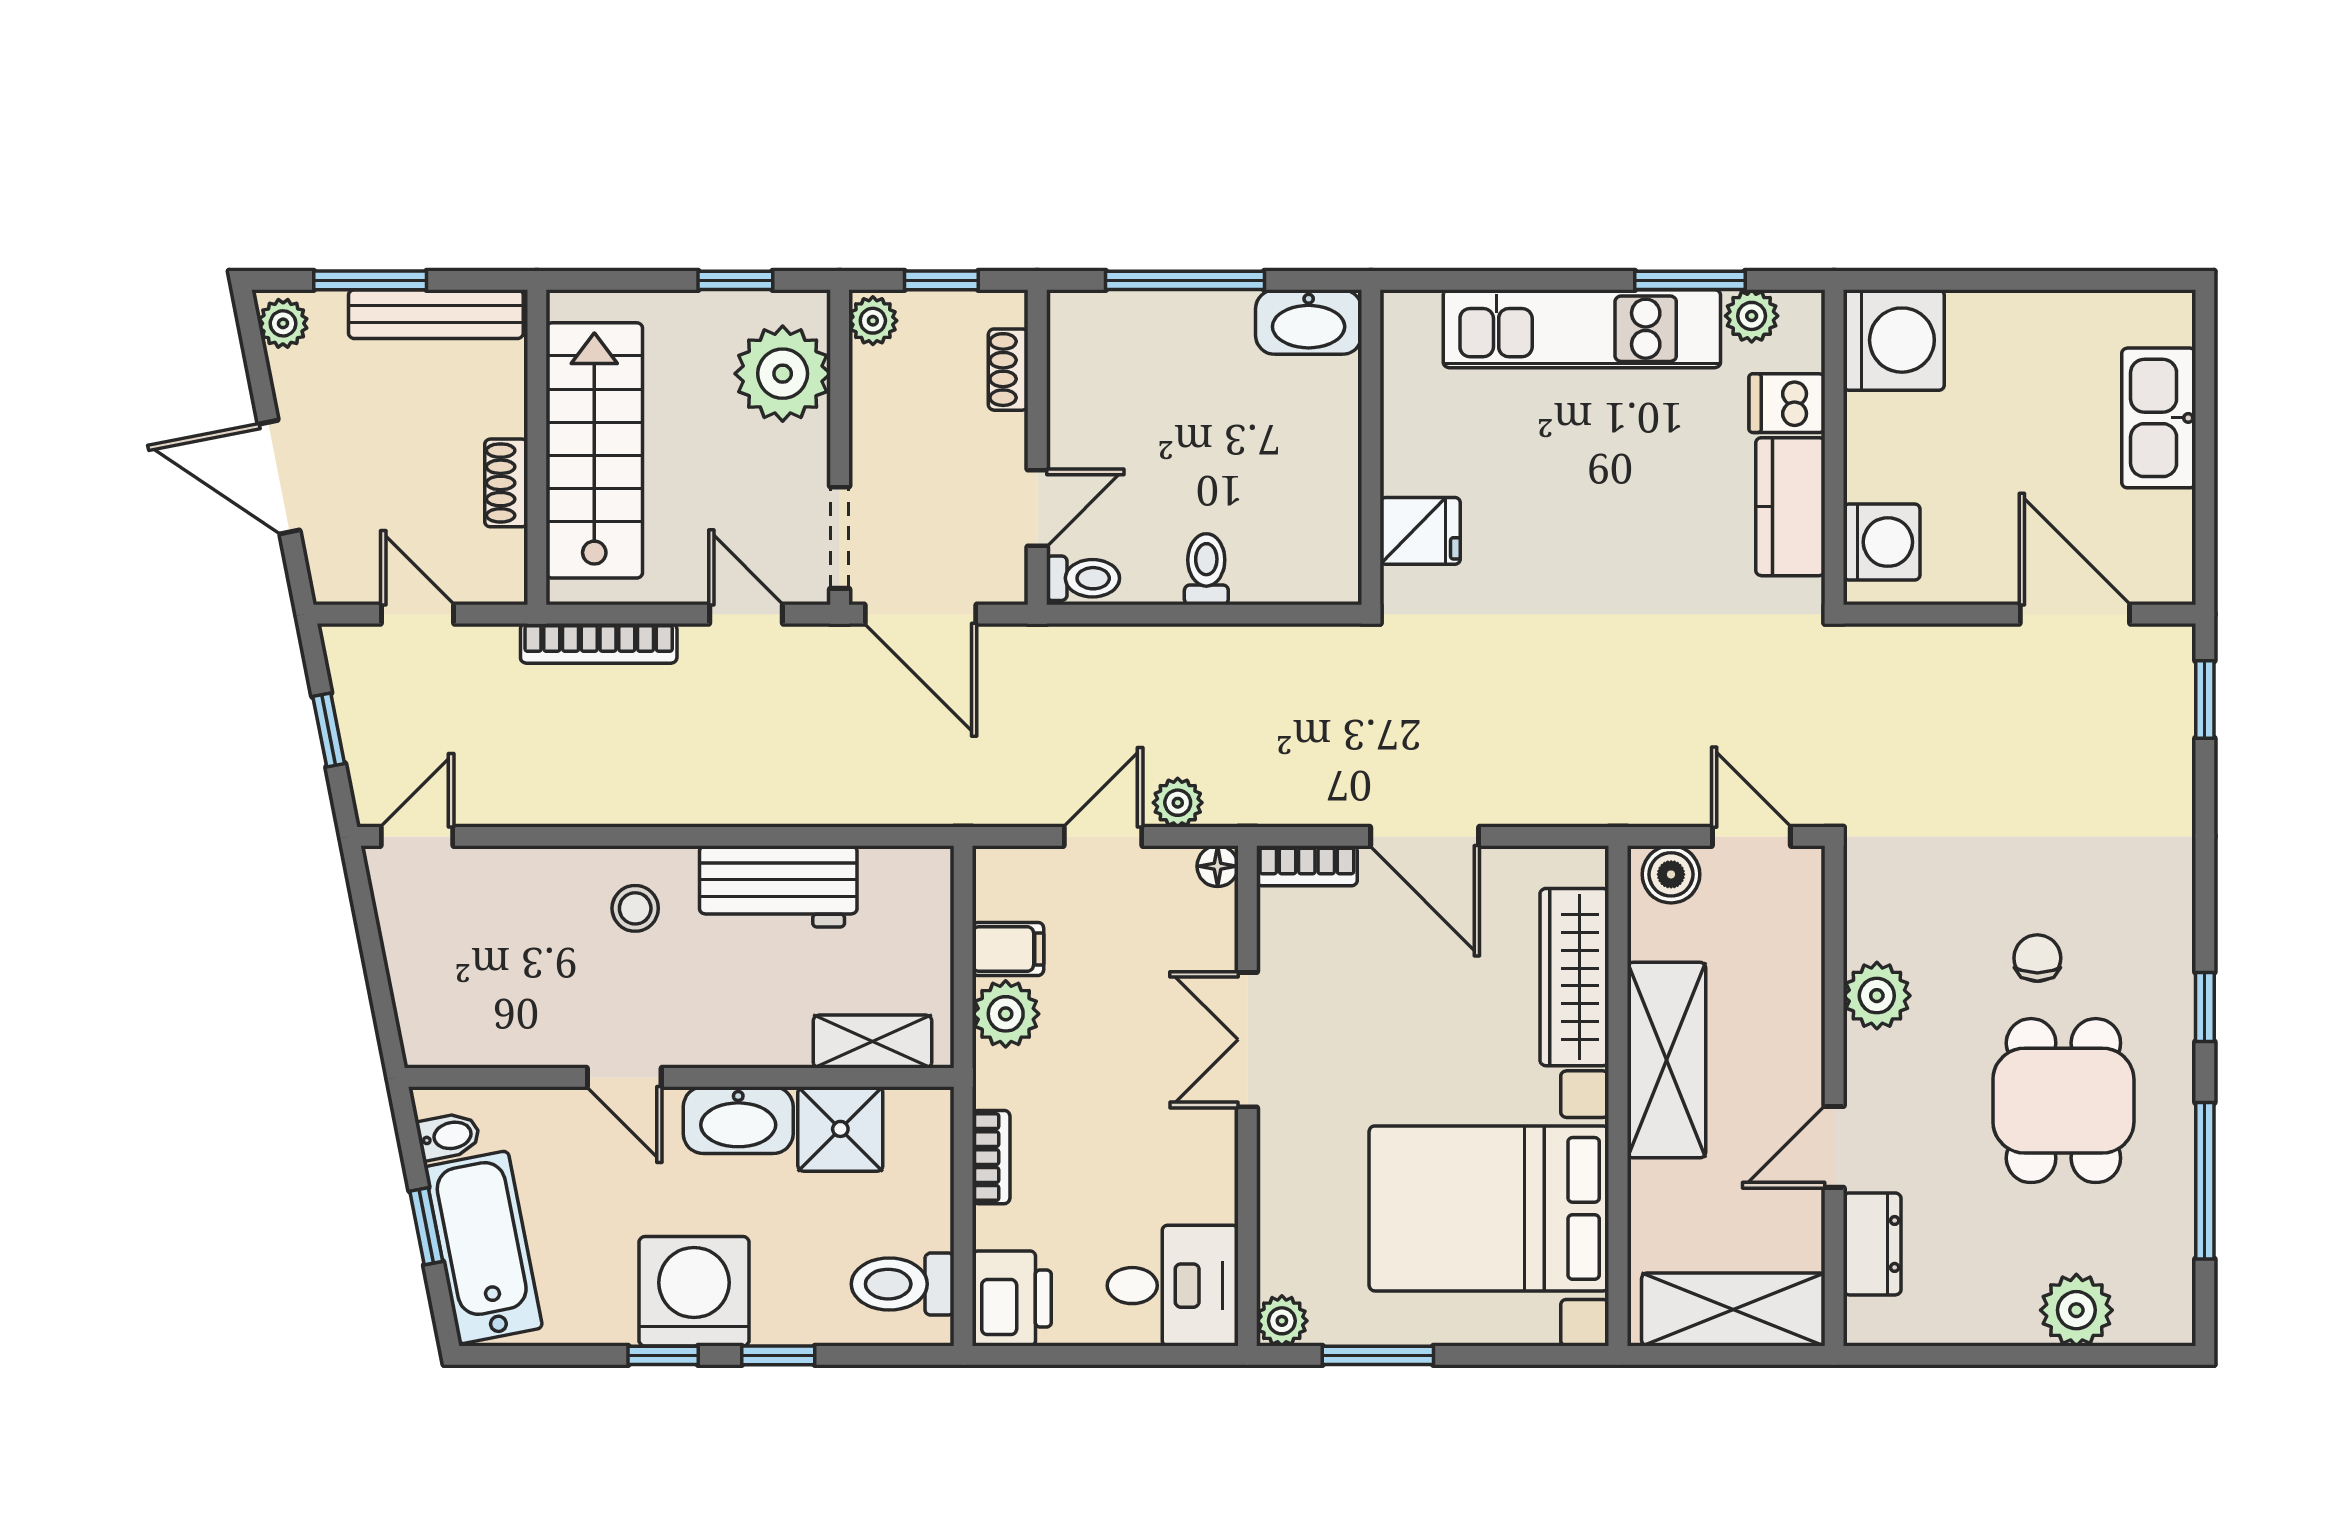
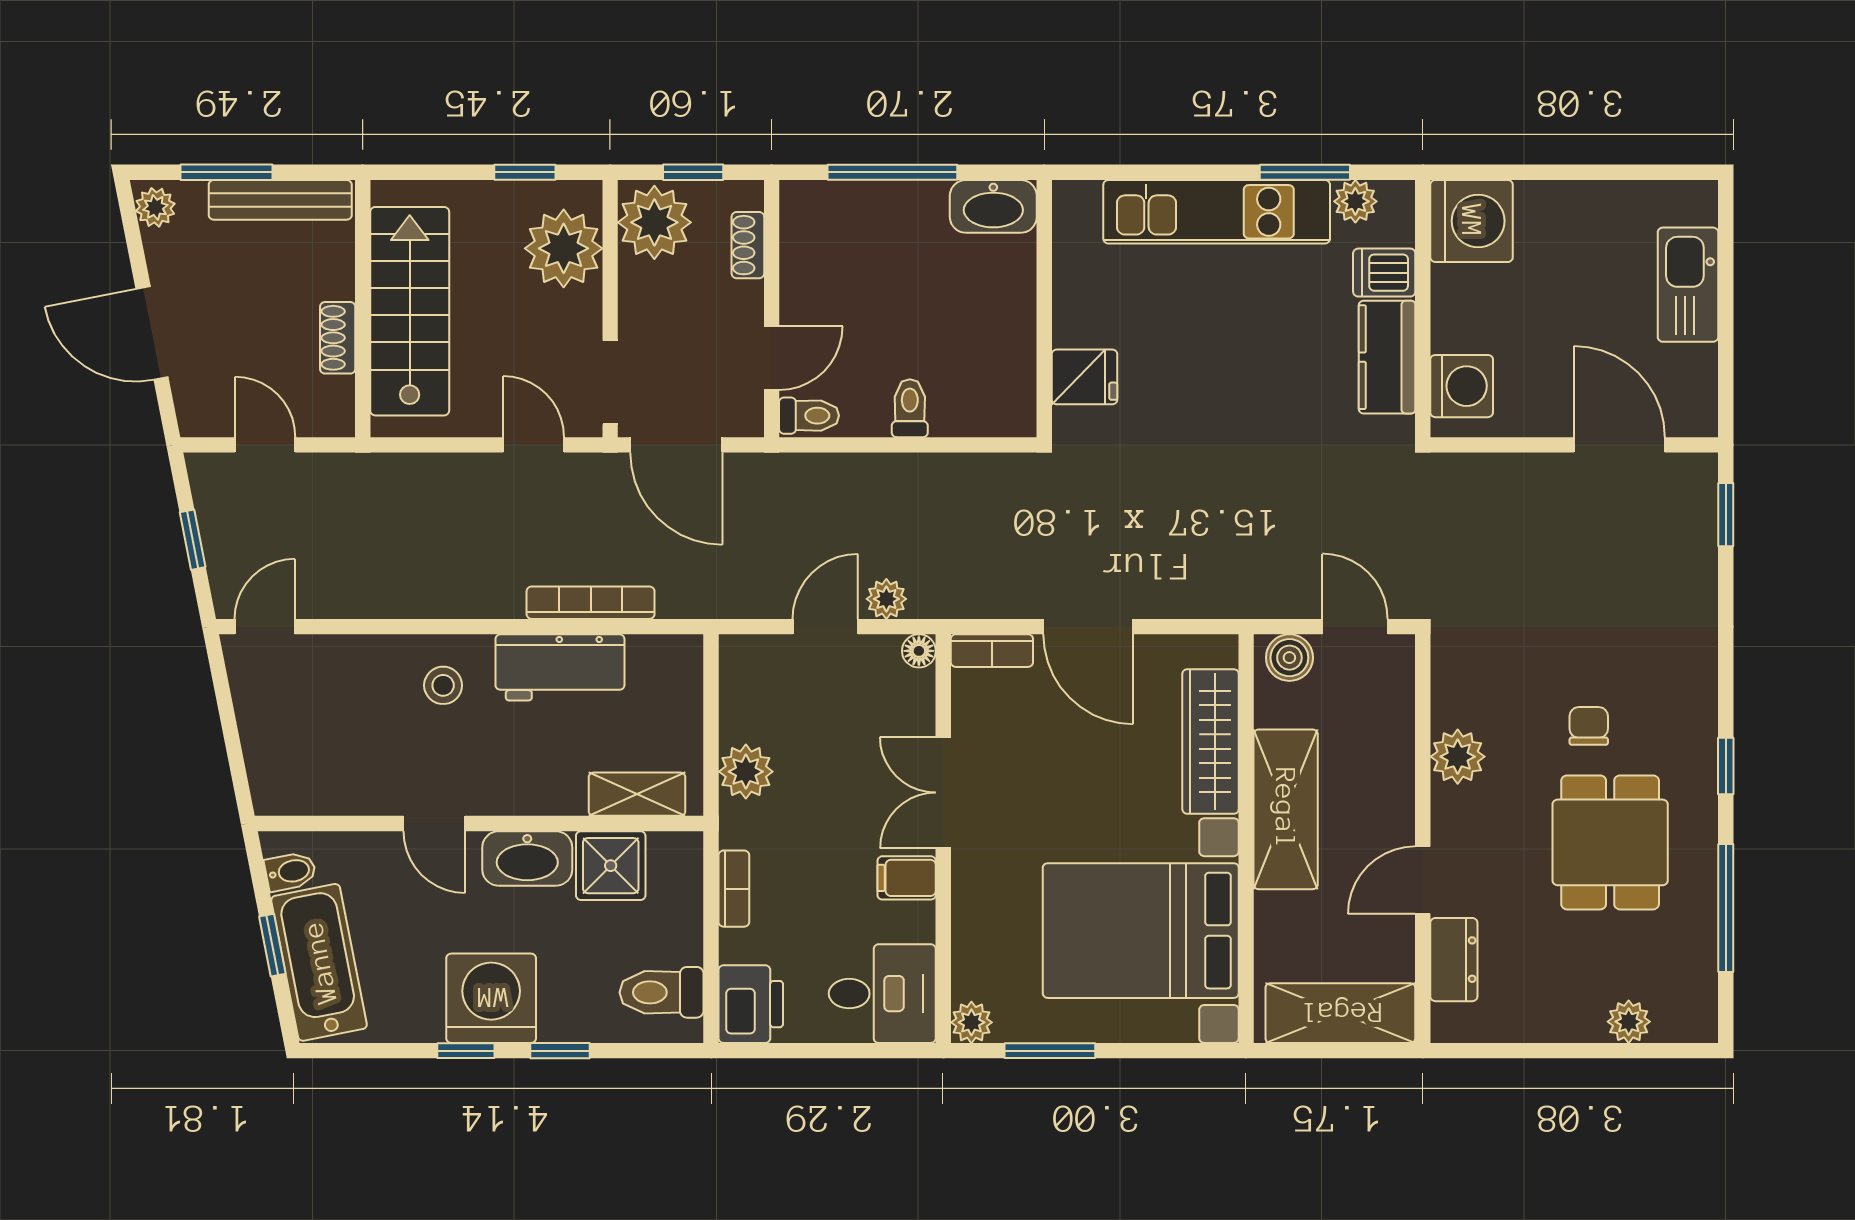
plant: (873, 321) -> (654, 222), width x1.88, depth x1.88
bookcase: (599, 643) -> (591, 603), moved, turned 180
filing cabinet: (1008, 949) -> (907, 878), moved, turned 180
plant: (2076, 1310) -> (1629, 1022), width x0.73, depth x0.73

